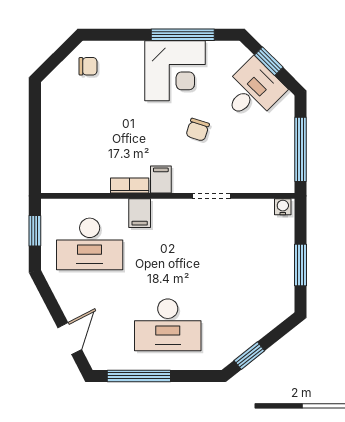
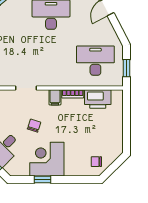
window: (183, 35) -> (42, 180), width x0.46
printer: (86, 176) -> (98, 99), added
filing cabinet: (140, 213) -> (67, 78), removed

